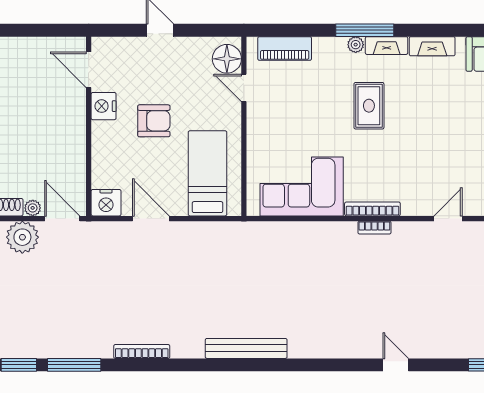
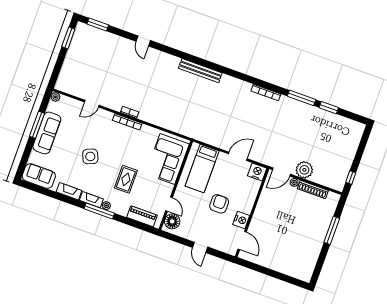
rug: (369, 106) -> (126, 179), moved
armchair: (154, 121) -> (219, 204), turned 90
side table: (416, 123) -> (90, 156), added
corner sofa: (302, 186) -> (167, 159), moved, turned 90
door: (62, 219) -> (281, 172), hinge flipped
door: (151, 219) -> (238, 156), swing flipped
bench: (246, 348) -> (200, 71), moved

